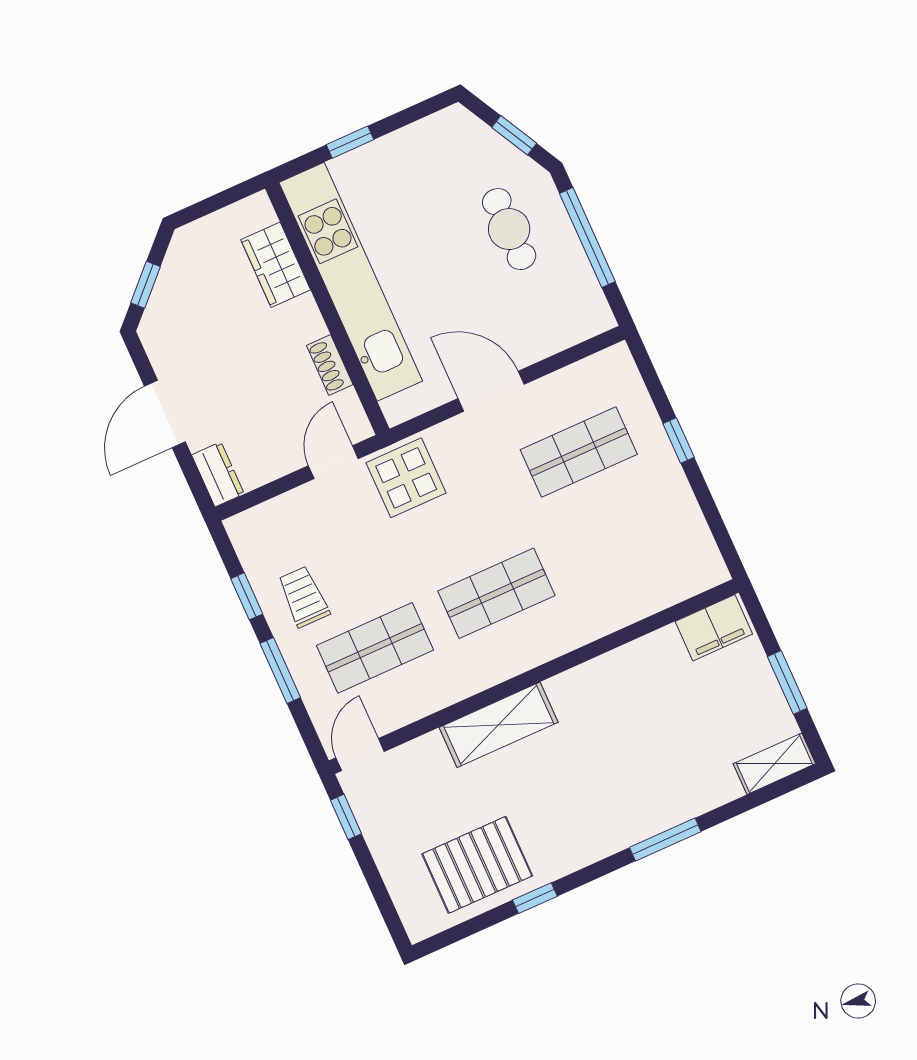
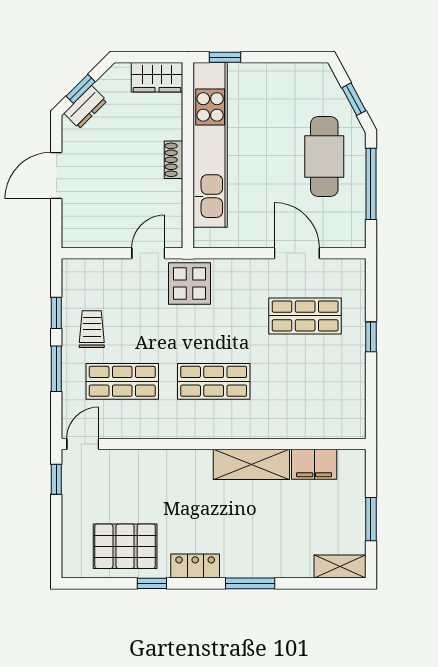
window: (350, 142) -> (225, 57), moved
cafe table: (509, 229) -> (324, 157), width x1.37, depth x1.35
wardrobe: (276, 265) -> (157, 77), moved, turned -90
shoe rack: (330, 365) -> (174, 160), moved
door: (491, 391) -> (297, 253), moved
dresser: (218, 474) -> (85, 107), moved, turned 45
filing cabinet: (714, 628) -> (314, 464), moved
shelving: (499, 725) -> (251, 464), moved
locker: (582, 849) -> (195, 566), added

